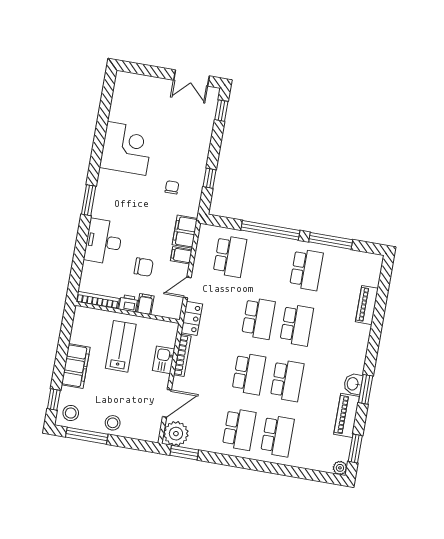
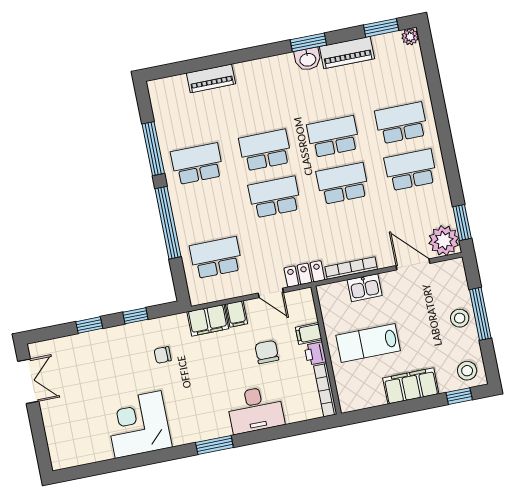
window: (221, 111) -> (89, 325), moved
window: (87, 436) -> (480, 314), moved

